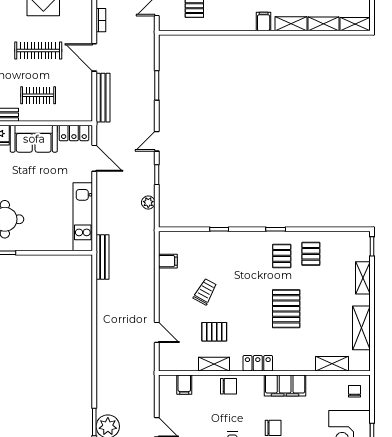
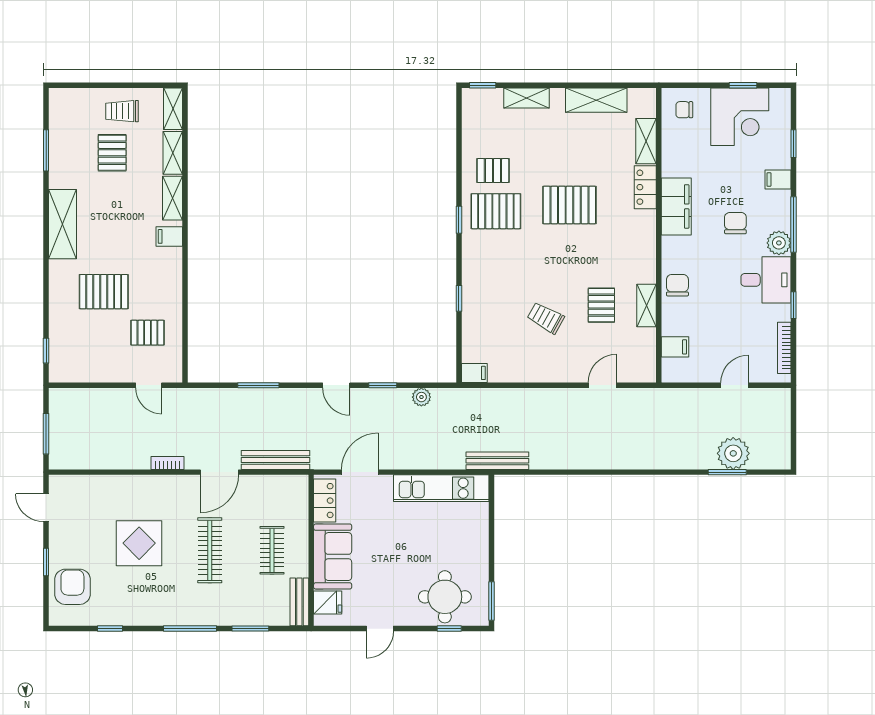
pallet: (282, 256) -> (496, 211), width x1.50, depth x1.42
filing cabinet: (168, 261) -> (474, 373), moved, turned 90
locker: (258, 363) -> (645, 187), moved

